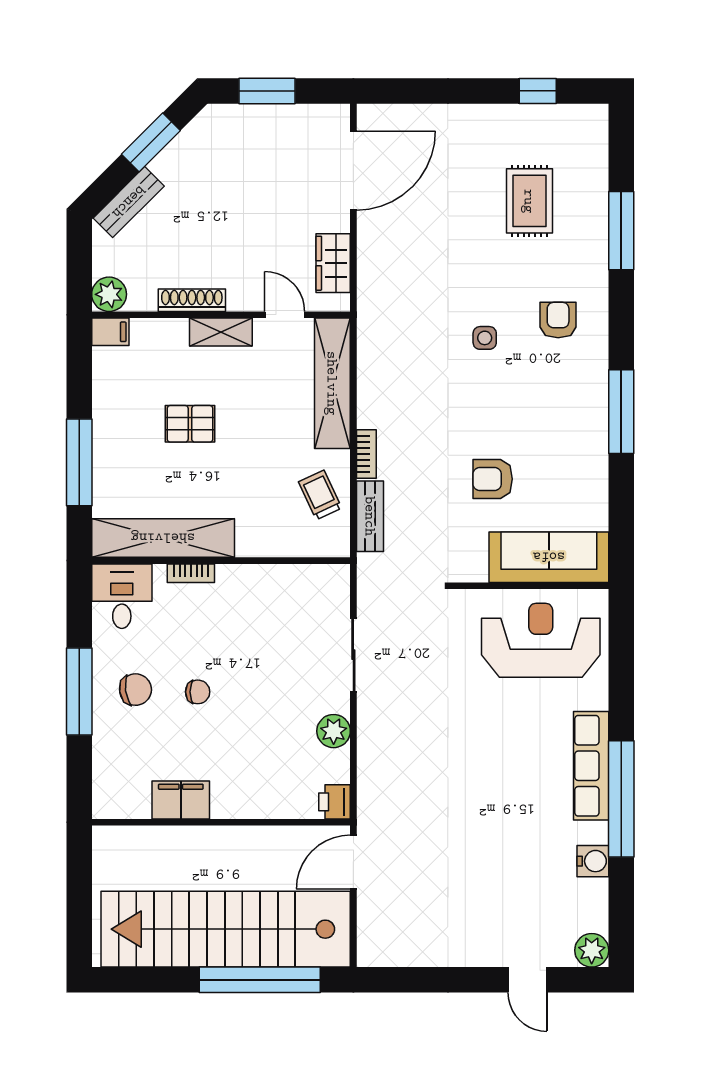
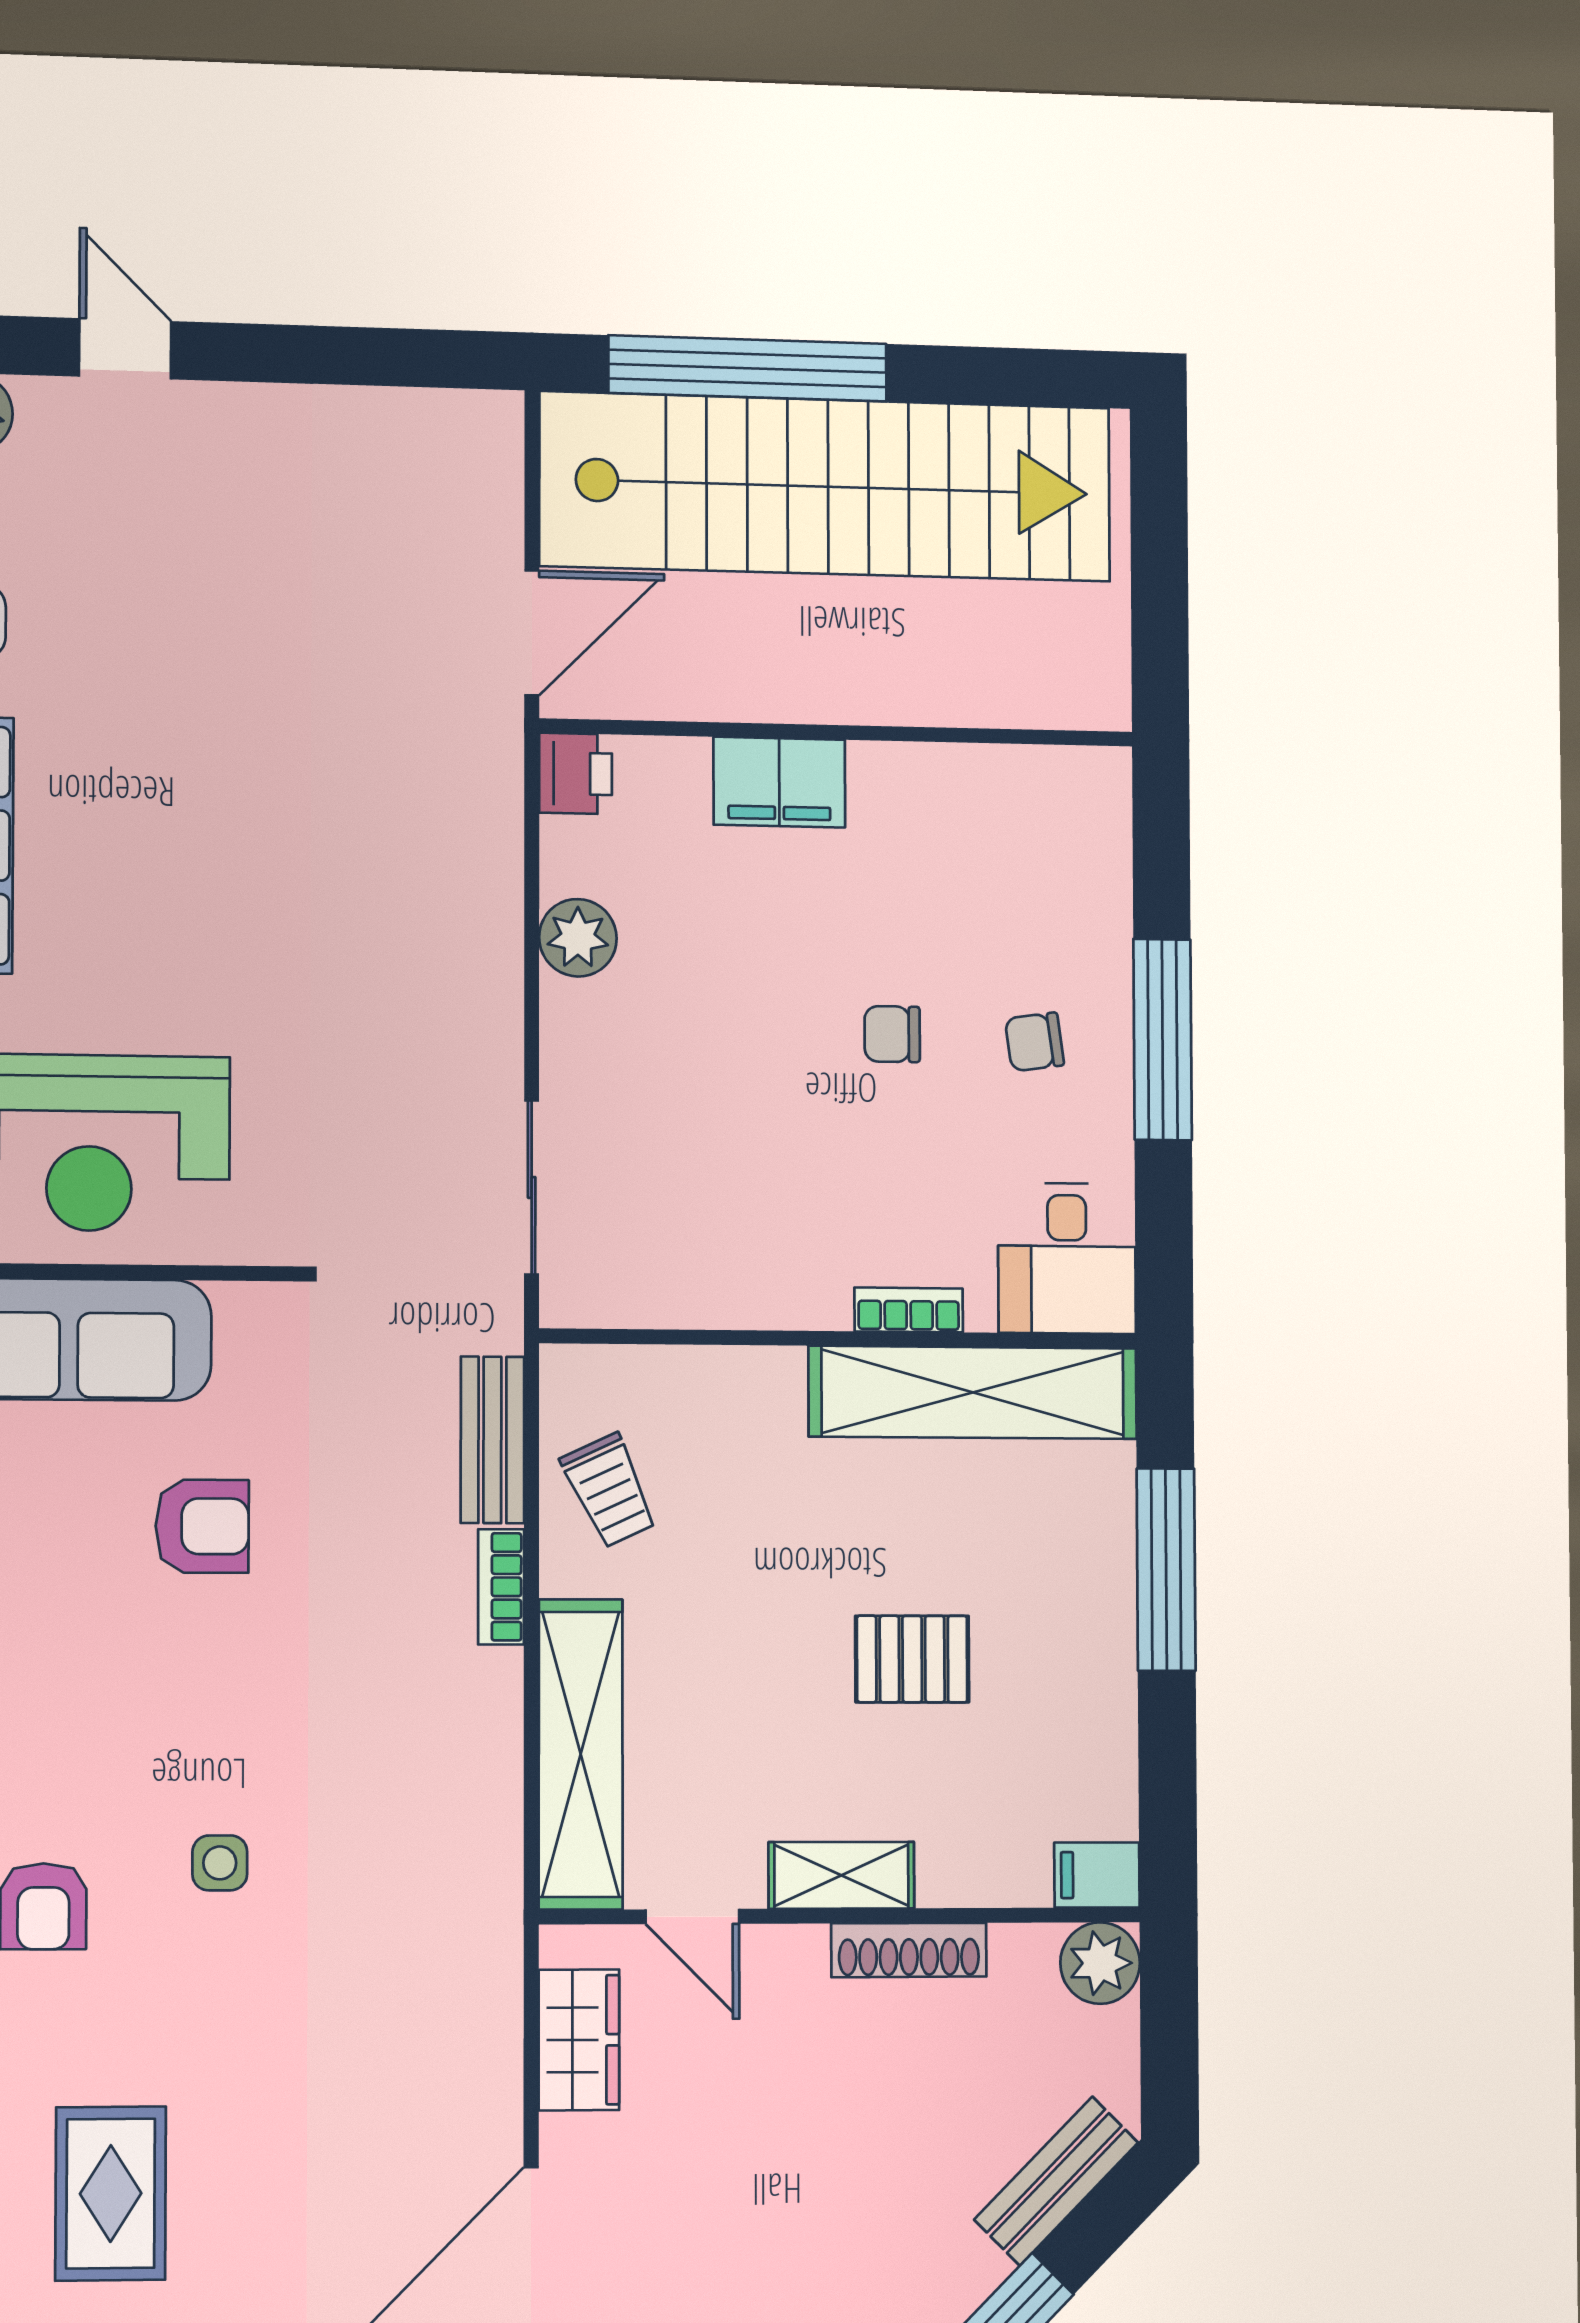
sliding door: (353, 655) -> (532, 1187), moved
chair: (135, 690) -> (1034, 1042), width x0.73, depth x0.73
filing cabinet: (181, 800) -> (779, 782), moved

